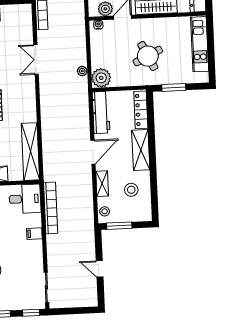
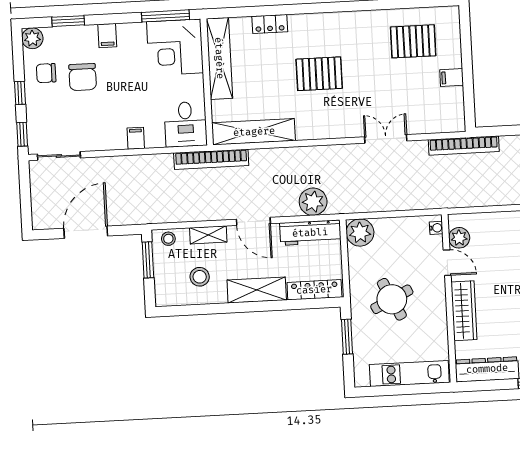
plant: (82, 71) -> (313, 202), moved, width x1.88, depth x1.88
bookcase: (51, 208) -> (211, 159), moved
door: (100, 269) -> (86, 232), width x1.87

